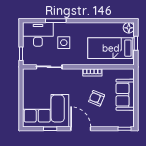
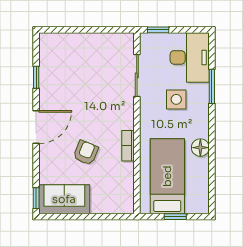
floor lamp: (129, 28) -> (200, 148), moved
sofa: (125, 95) -> (64, 199), moved
corner sofa: (46, 111) -> (66, 70), removed

